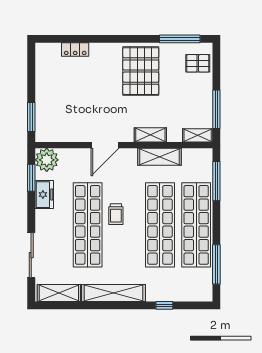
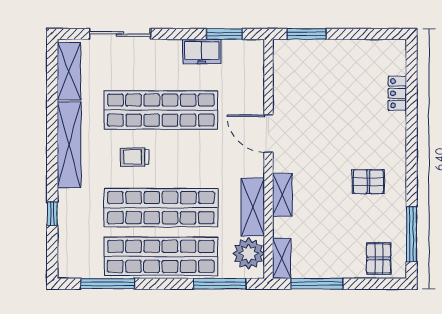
pallet: (141, 71) -> (368, 182), width x0.49, depth x0.50
plant: (47, 160) -> (249, 254), moved
trolley: (116, 214) -> (135, 157), moved

